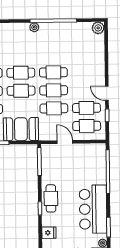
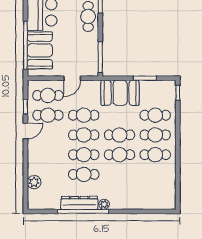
dresser: (57, 28) -> (79, 203), added
plant: (98, 28) -> (34, 182), moved
cafe table: (53, 54) -> (84, 174), added
door: (107, 93) -> (25, 131), hinge flipped
door: (65, 142) -> (72, 78), hinge flipped
booth: (95, 167) -> (40, 50), added

